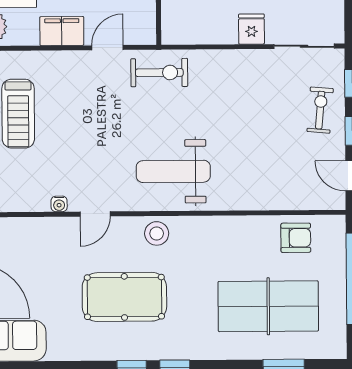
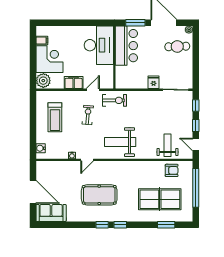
exercise bike: (320, 110) -> (88, 115), moved
weight bench: (286, 178) -> (167, 145), added
stool: (157, 233) -> (113, 168), removed

